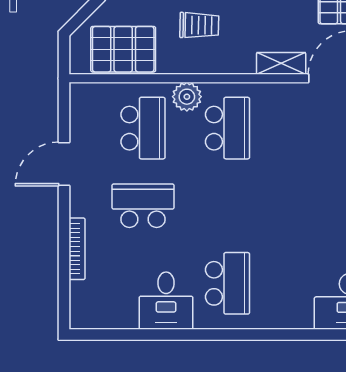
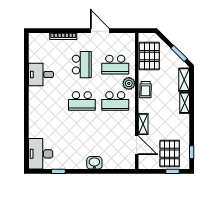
trolley: (199, 25) -> (145, 90), moved
school desk: (228, 283) -> (82, 101), moved

